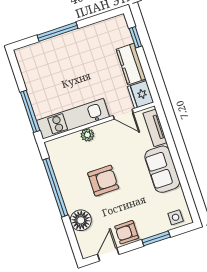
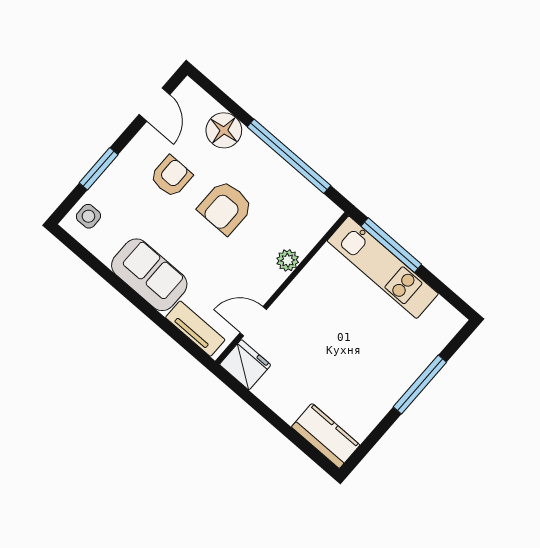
window: (135, 37) -> (302, 444), removed
kitchen counter: (131, 64) -> (326, 436), moved
kitchen unit: (73, 119) -> (383, 267), moved, turned 90
armchair: (127, 232) -> (171, 176), moved

